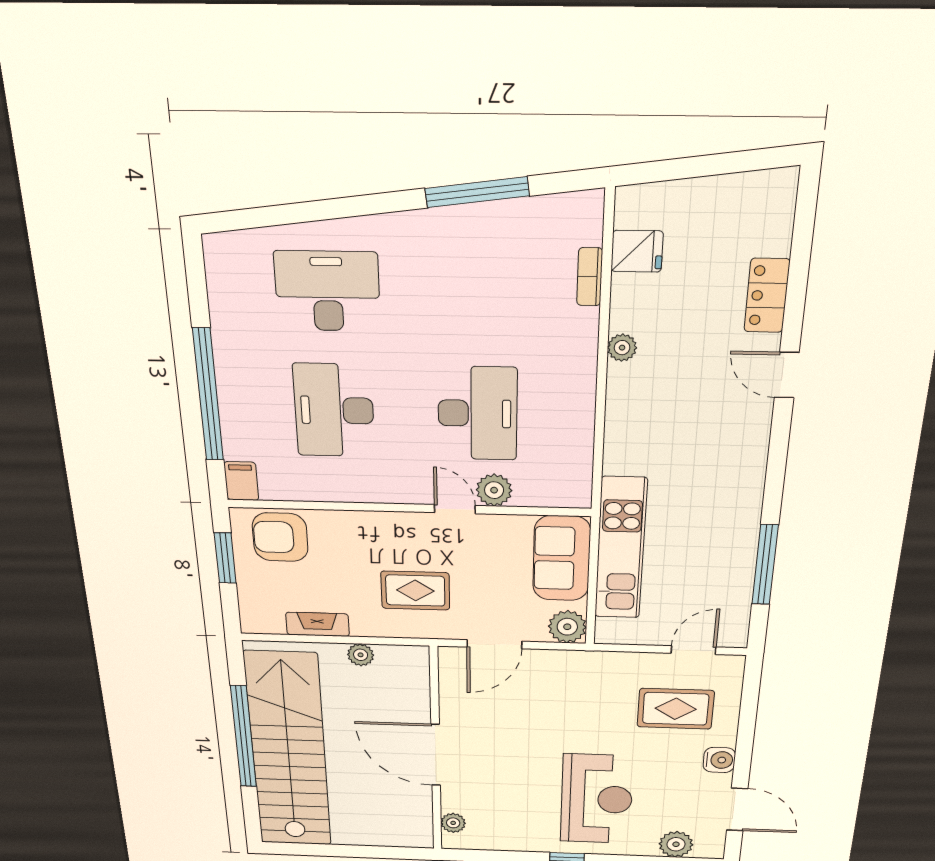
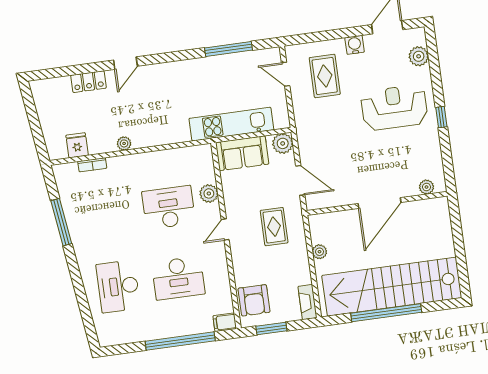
door: (455, 509) -> (225, 230), moved
fireplace: (317, 624) -> (307, 302), moved

